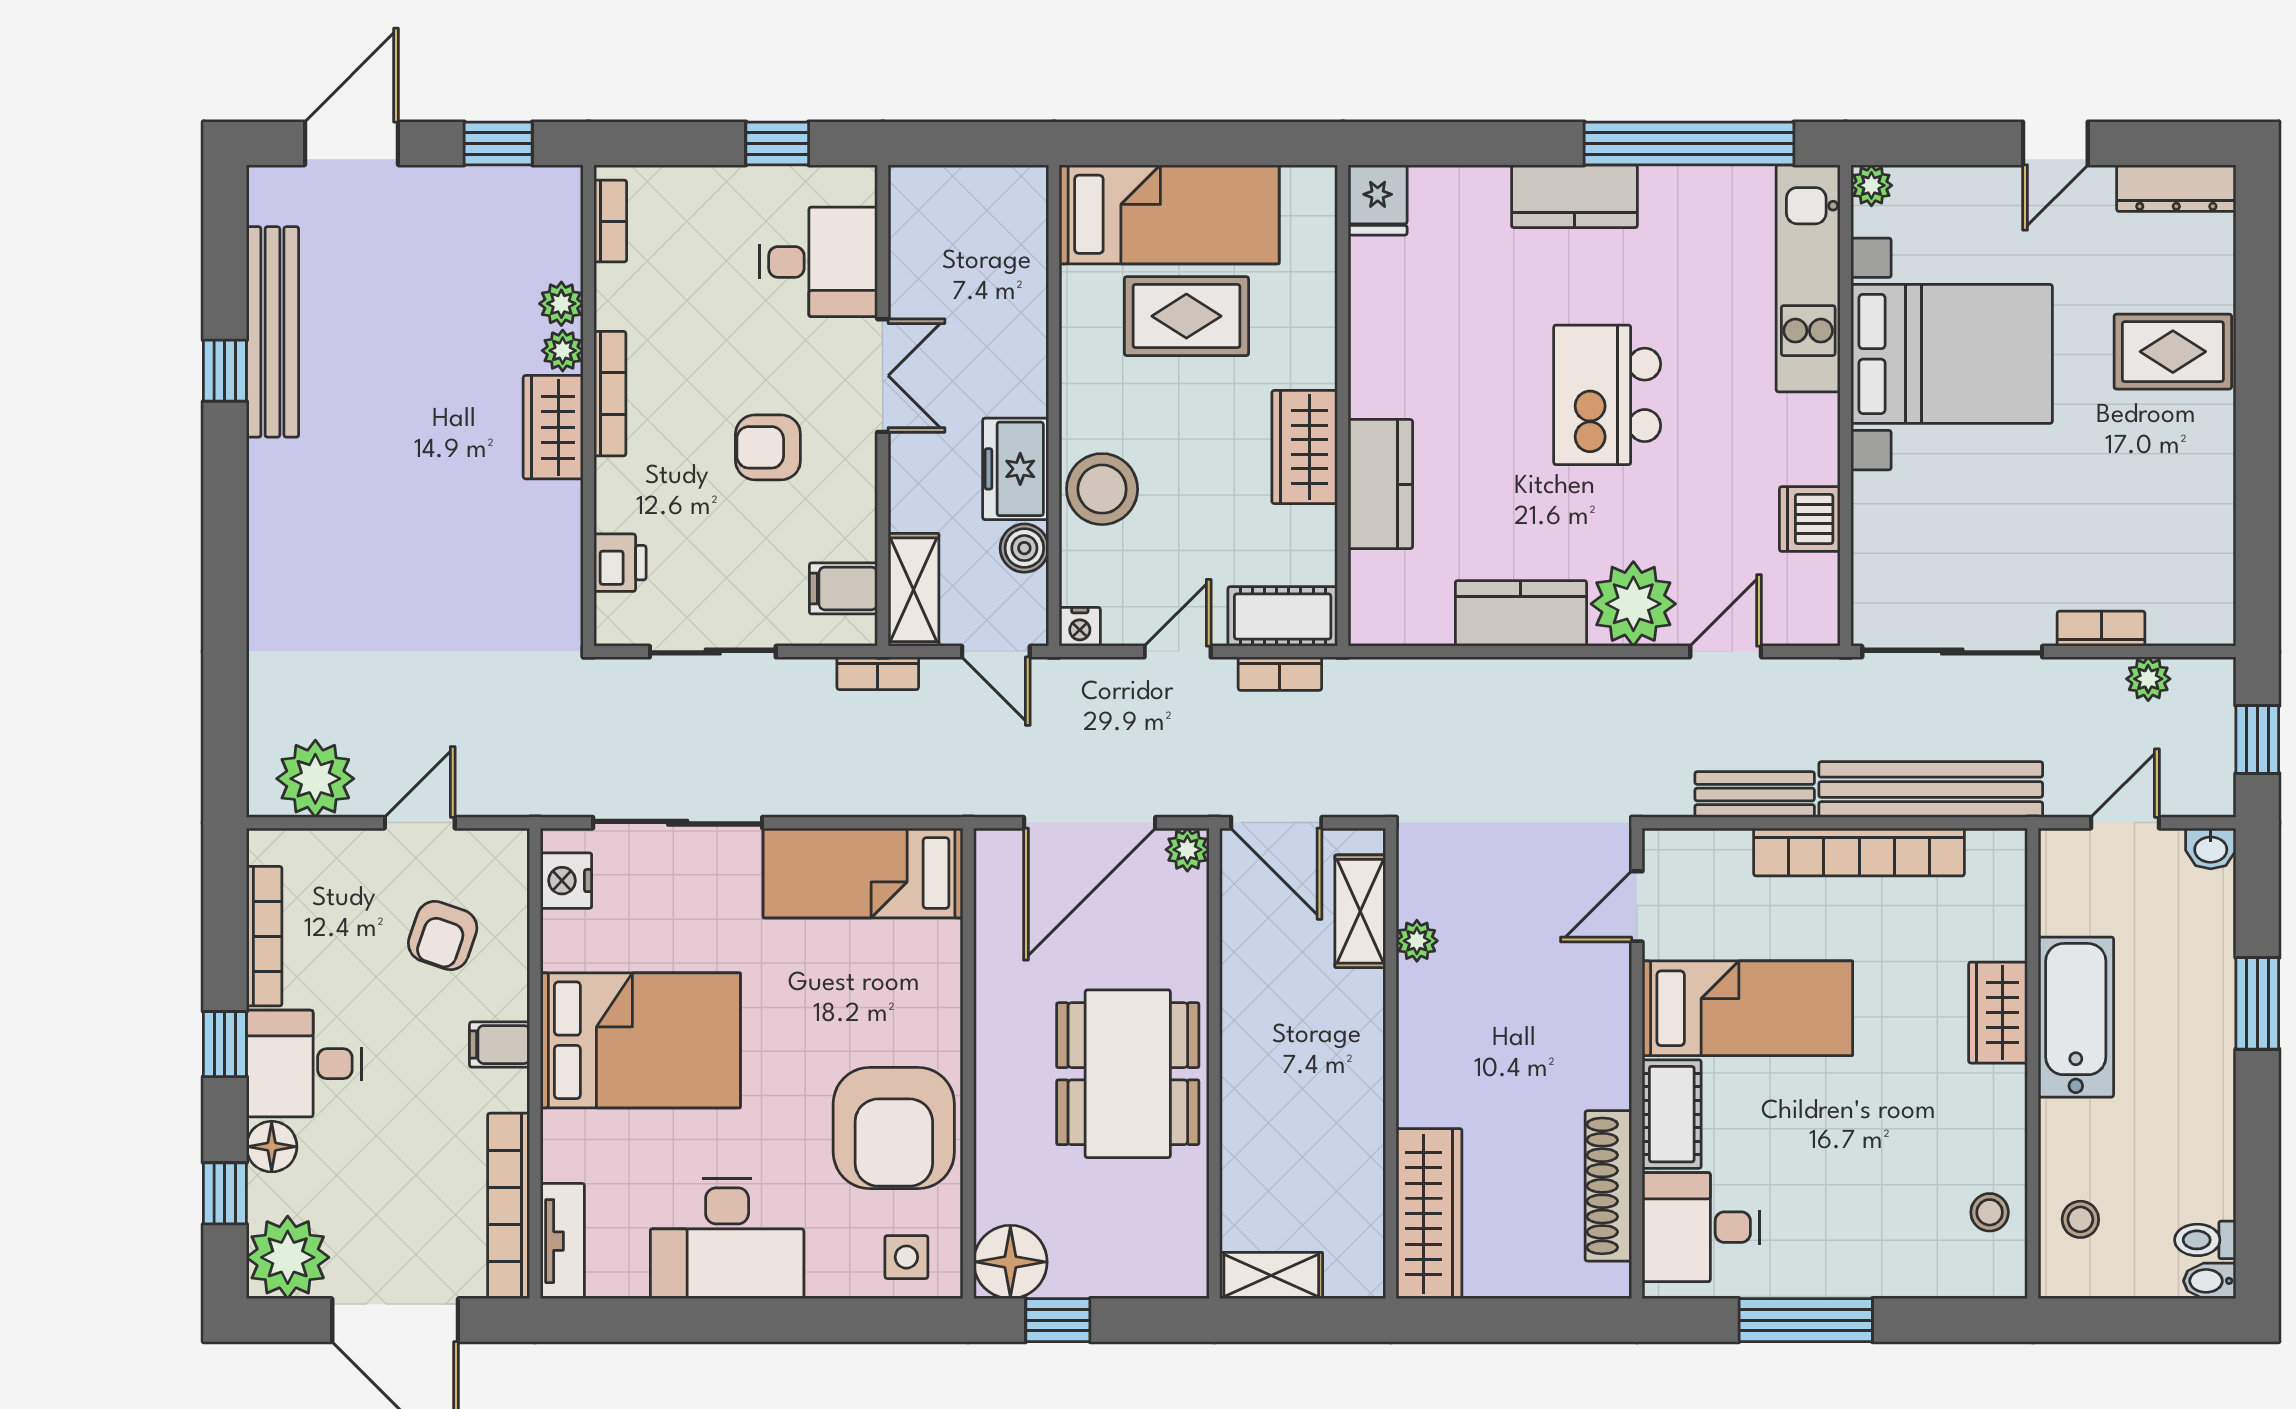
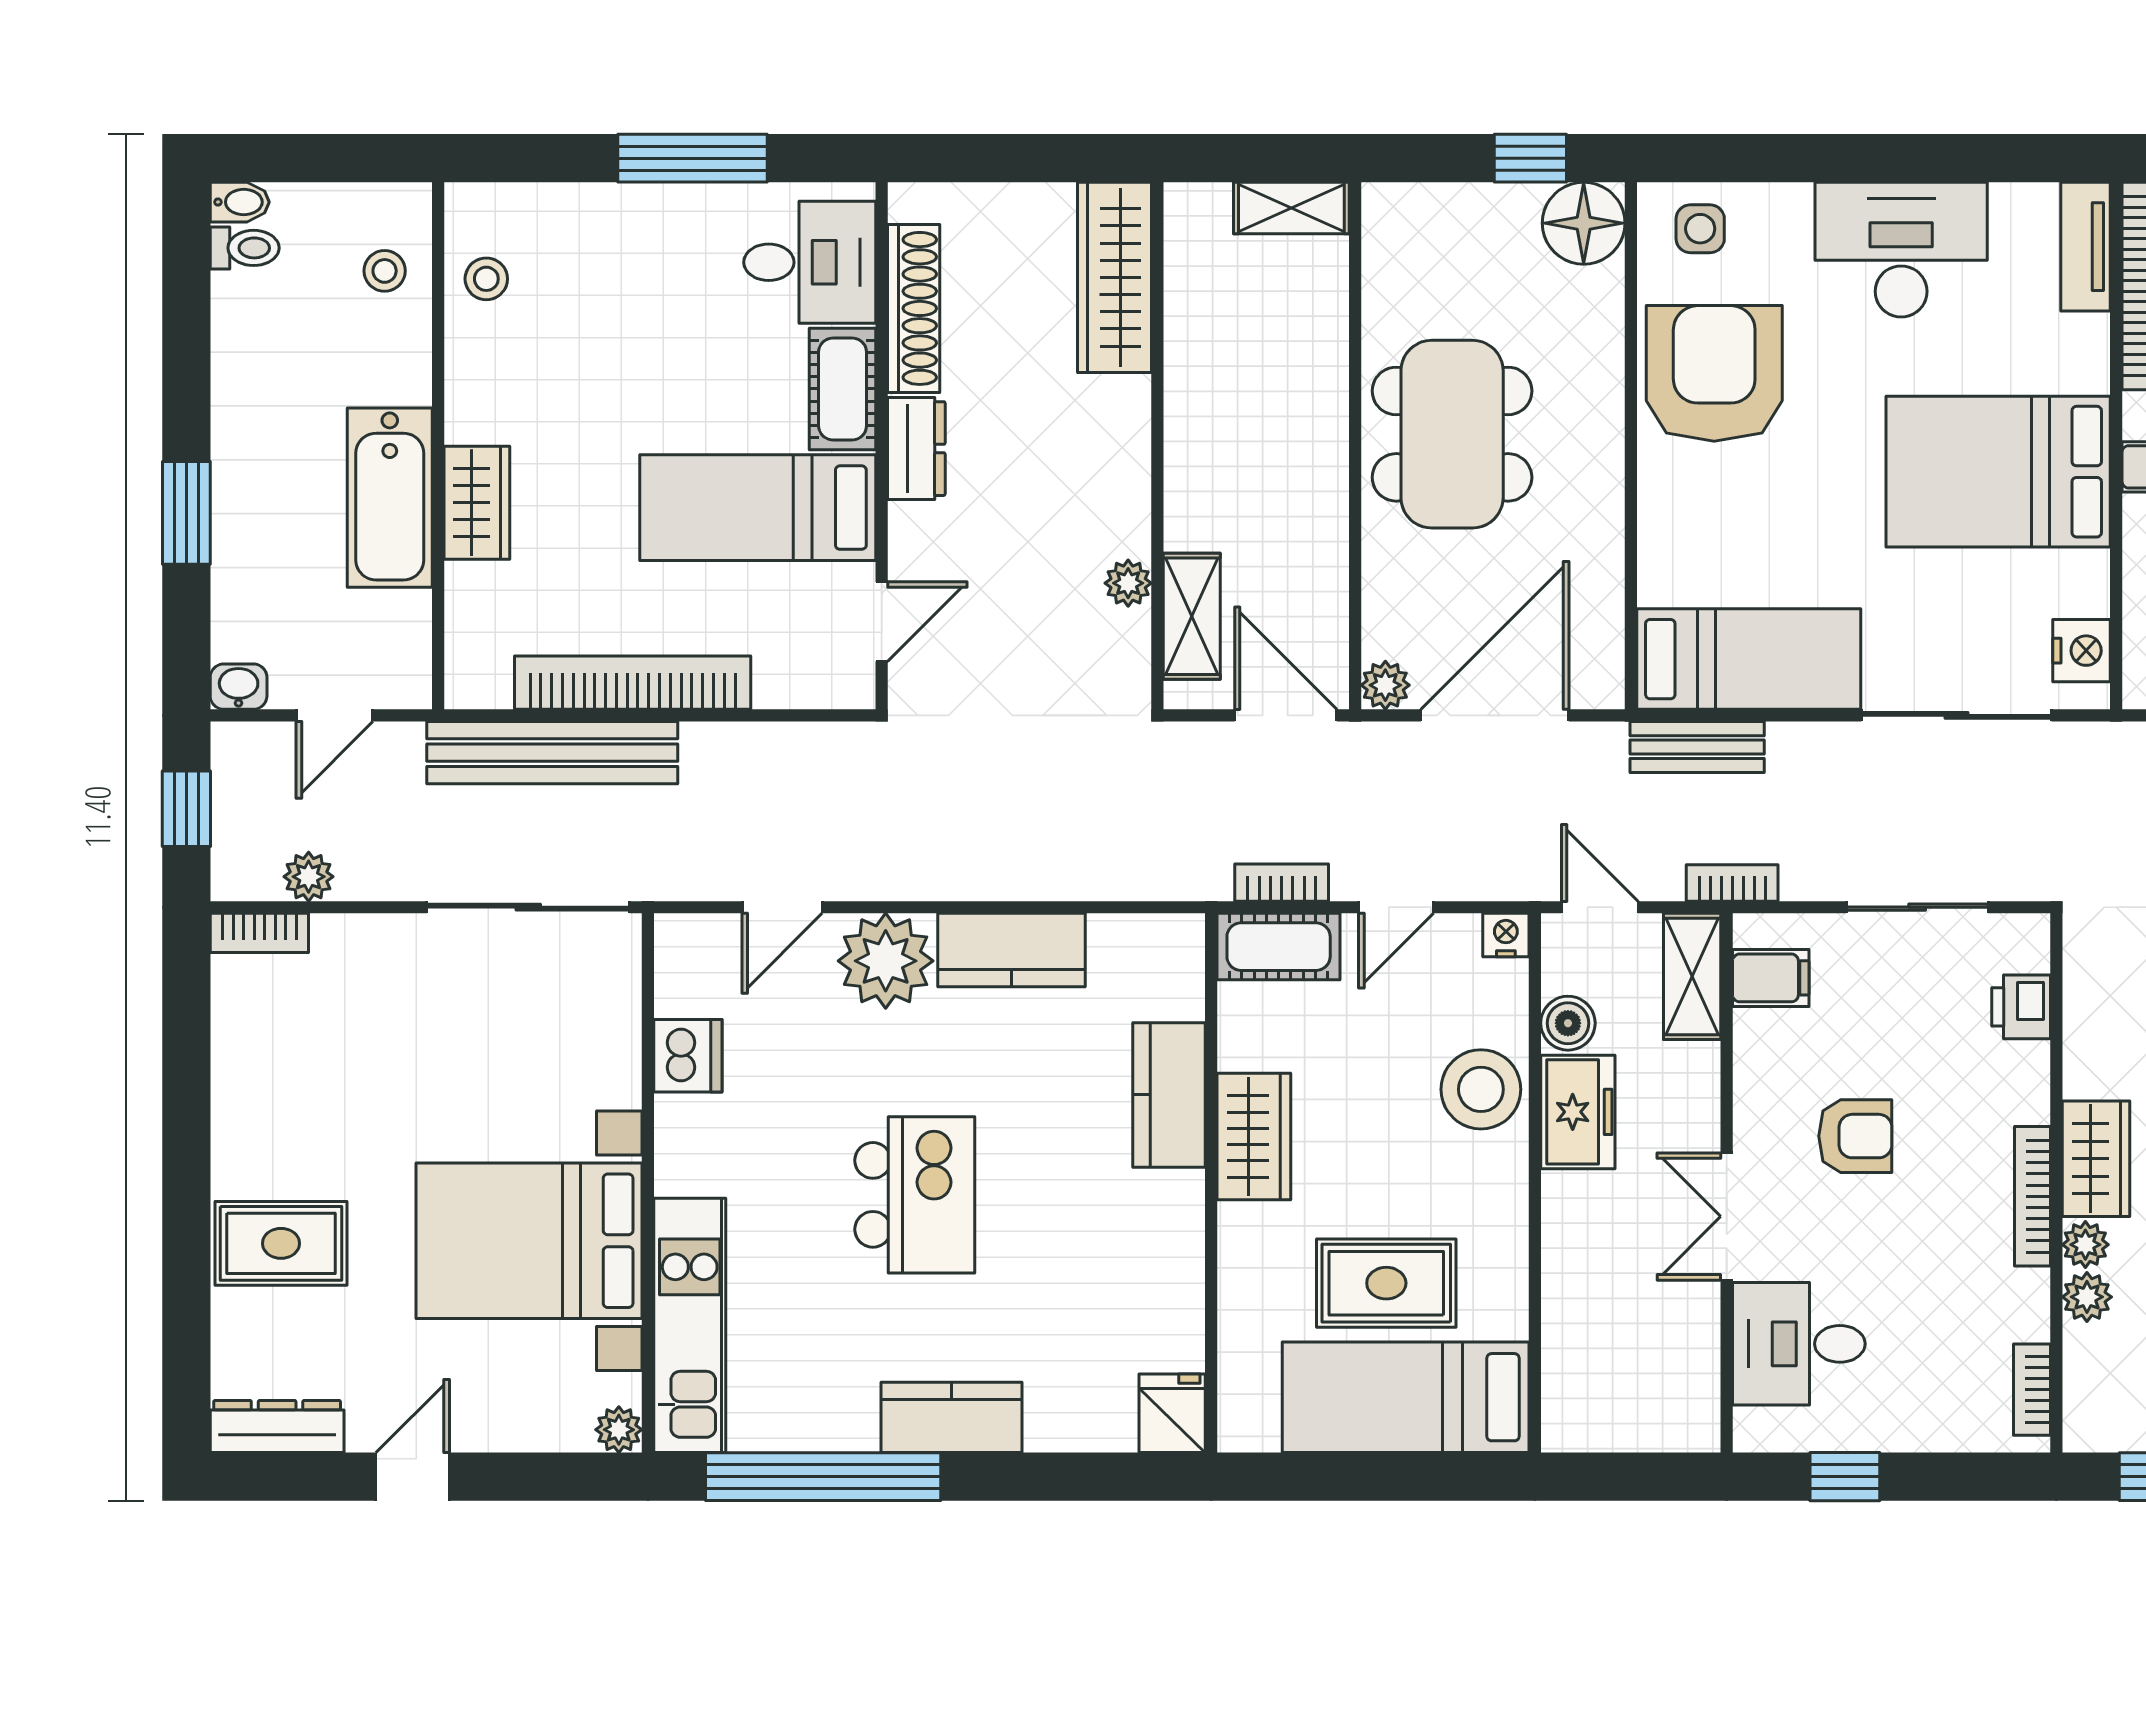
bookcase: (2101, 629) -> (259, 933), moved
bench: (1755, 795) -> (1697, 747), moved
dresser: (1606, 1061) -> (916, 449), added

